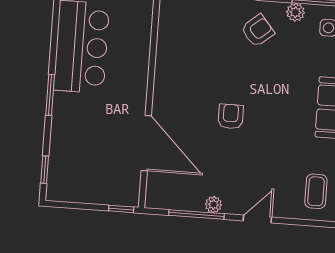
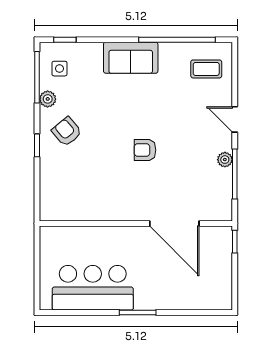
door: (146, 143) -> (174, 224), swing flipped
window: (45, 170) -> (205, 313), removed

